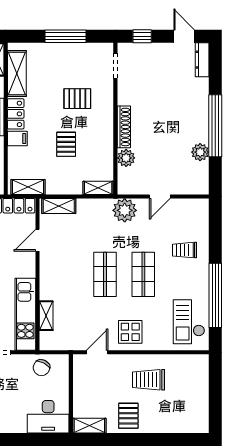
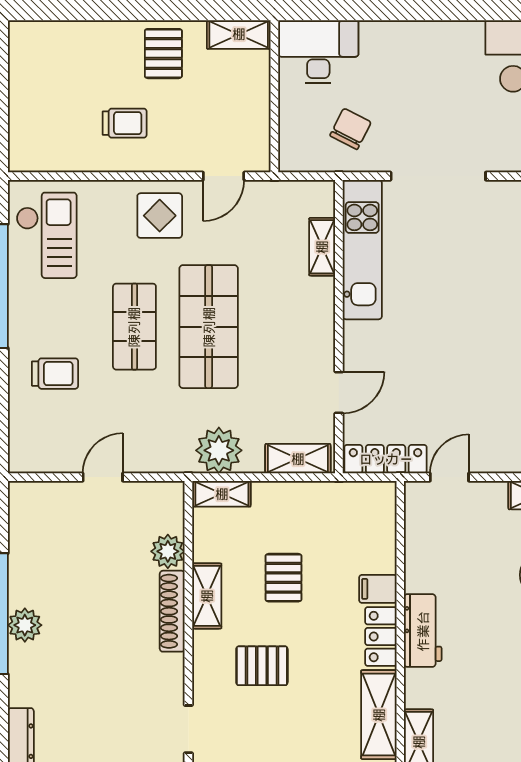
plant: (200, 152) -> (25, 625), moved
shelving: (28, 187) -> (207, 596), moved, turned 90
plant: (125, 210) -> (219, 450), moved
shop shelf: (105, 274) -> (209, 327), width x1.43, depth x1.36
chair: (41, 368) -> (351, 129), moved
trolley: (148, 380) -> (125, 123), width x0.73, depth x0.72

